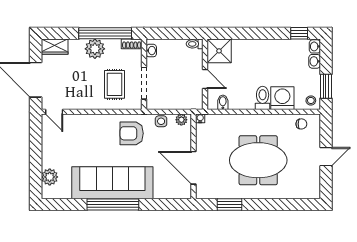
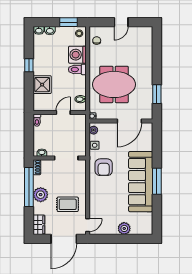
window: (299, 33) -> (29, 65), moved
shower: (219, 51) -> (42, 85), moved
rug: (114, 84) -> (68, 204), moved
door: (326, 157) -> (121, 22), swing flipped
meeting table: (258, 160) -> (114, 84), moved, turned 90
plant: (50, 177) -> (124, 228), moved
window: (113, 205) -> (157, 181), width x0.68

